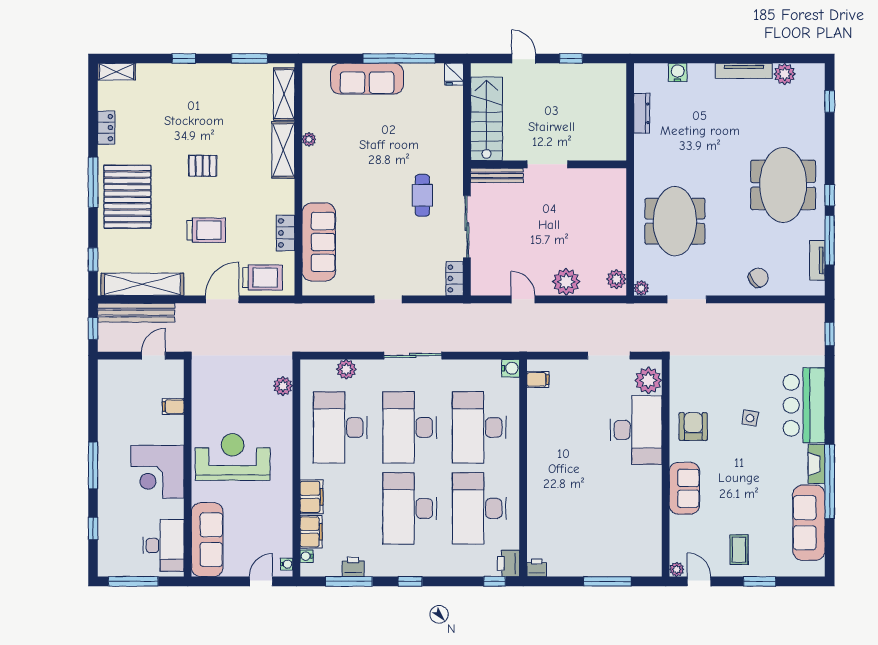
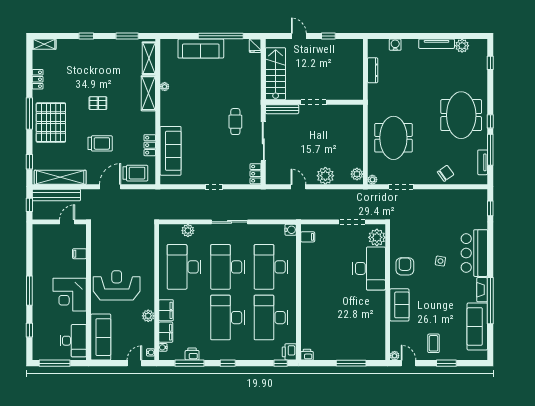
plant: (283, 386) -> (148, 316), moved

